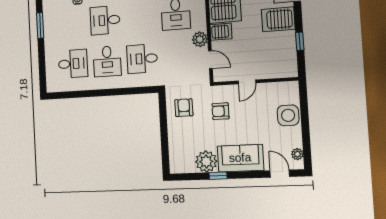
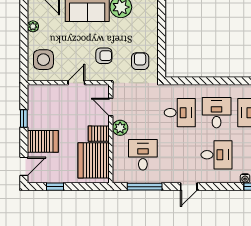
armchair: (184, 108) -> (140, 61), turned 180
side table: (288, 115) -> (43, 60), moved
plant: (297, 154) -> (33, 26), moved

